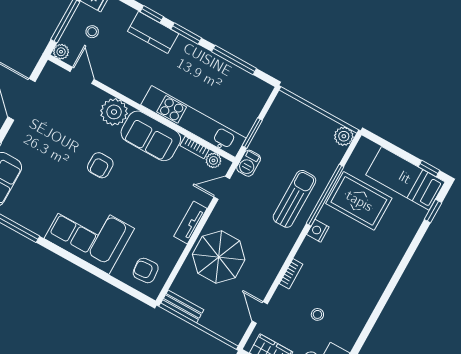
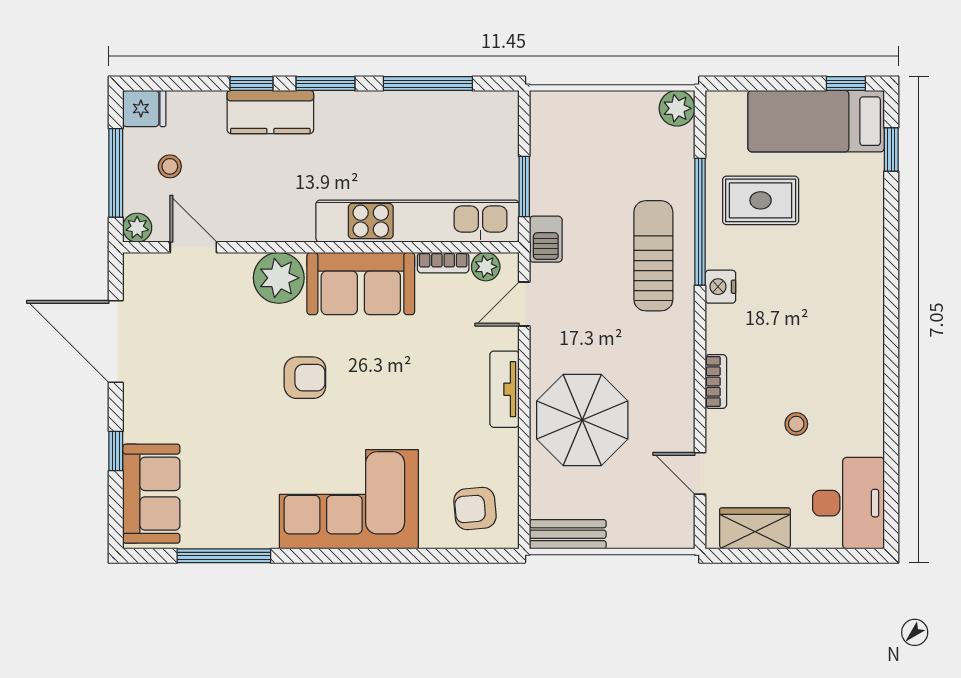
armchair: (100, 165) -> (305, 378), turned -90
rug: (359, 201) -> (761, 200), width x0.73, depth x0.70

